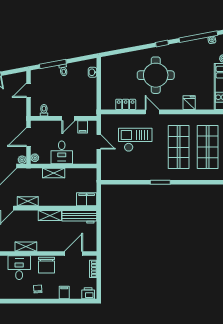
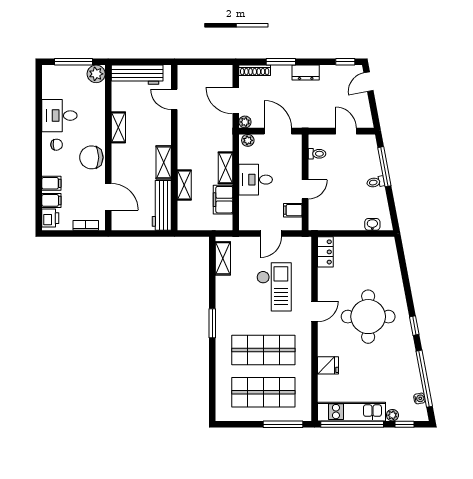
locker: (126, 104) -> (325, 252), moved
door: (68, 118) -> (305, 189), swing flipped
shelving: (116, 175) -> (223, 258), added
filing cabinet: (87, 199) -> (223, 200), moved, turned 180
shelving: (28, 201) -> (184, 185), moved
desk: (19, 268) -> (59, 116), moved, turned 180
filing cabinet: (76, 292) -> (51, 200), added

